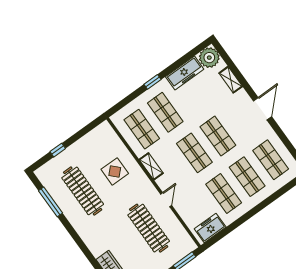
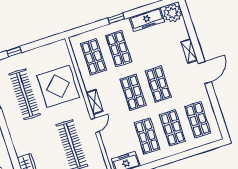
shelving: (231, 80) -> (189, 51), moved
shelving: (151, 166) -> (95, 102), moved
display table: (115, 171) -> (58, 86), width x1.86, depth x1.86

